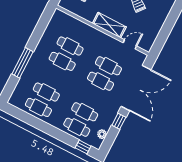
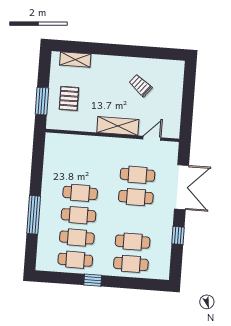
cafe table: (70, 46) -> (78, 215), moved
double door: (136, 88) -> (181, 187), width x0.73
plant: (102, 134) -> (164, 259), removed
window: (83, 147) -> (93, 280), moved

